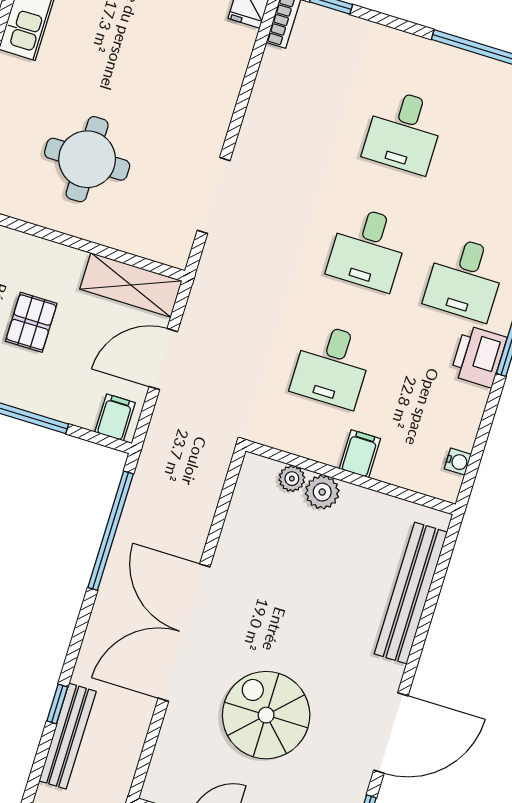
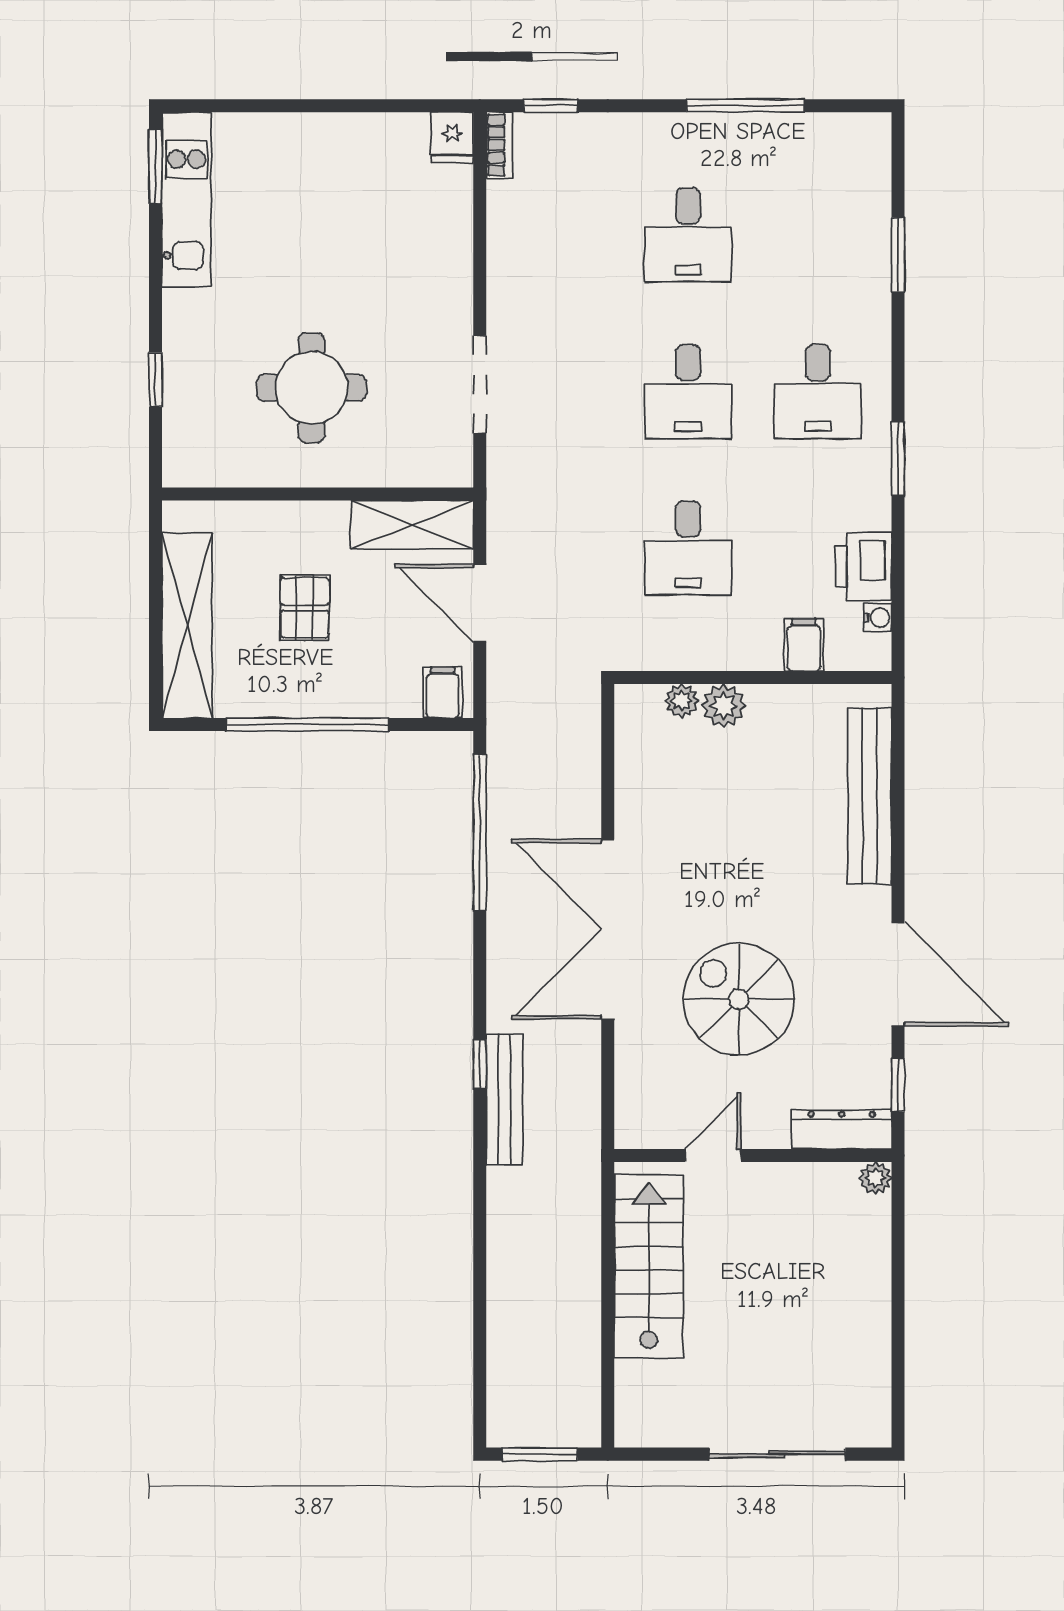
printer: (478, 356) -> (864, 566), moved
door: (163, 359) -> (480, 603), hinge flipped
filing cabinet: (360, 454) -> (804, 645), moved
door: (391, 733) -> (898, 974), hinge flipped

